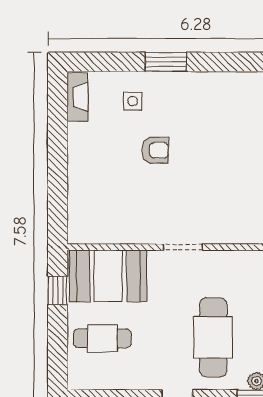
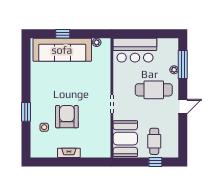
fireplace: (77, 97) -> (69, 153), moved
armchair: (155, 150) -> (67, 117), width x1.88, depth x1.88
window: (58, 291) -> (155, 162), moved

